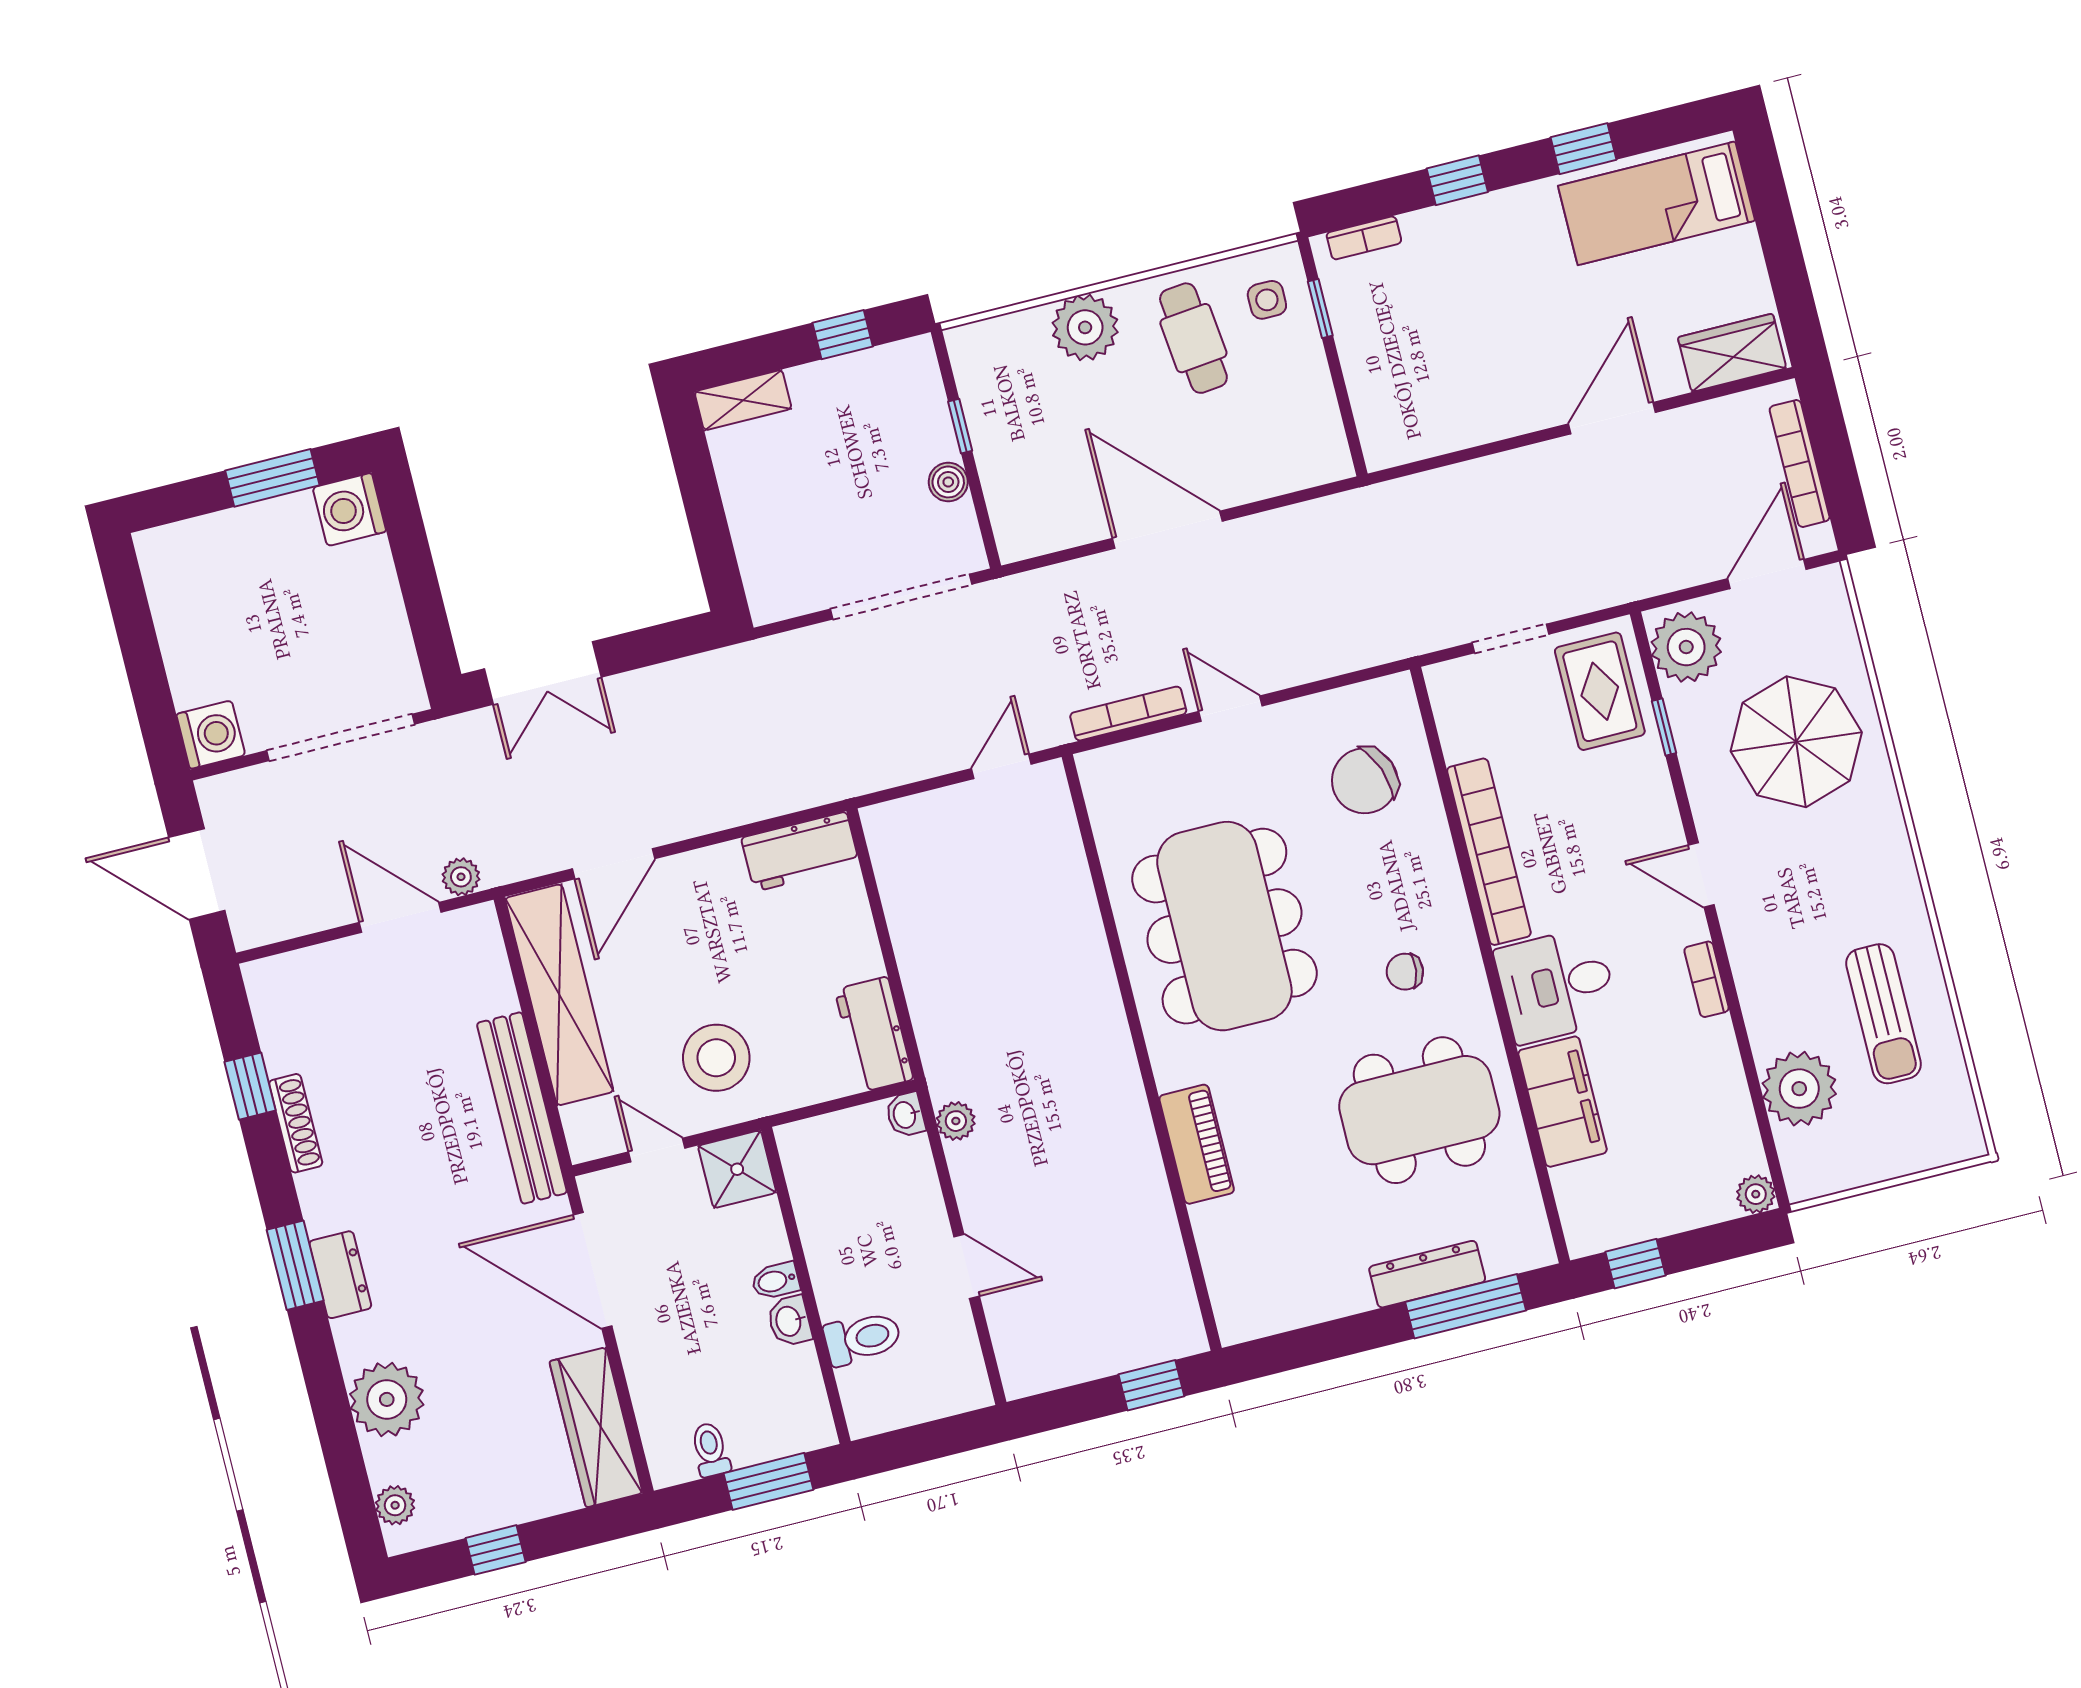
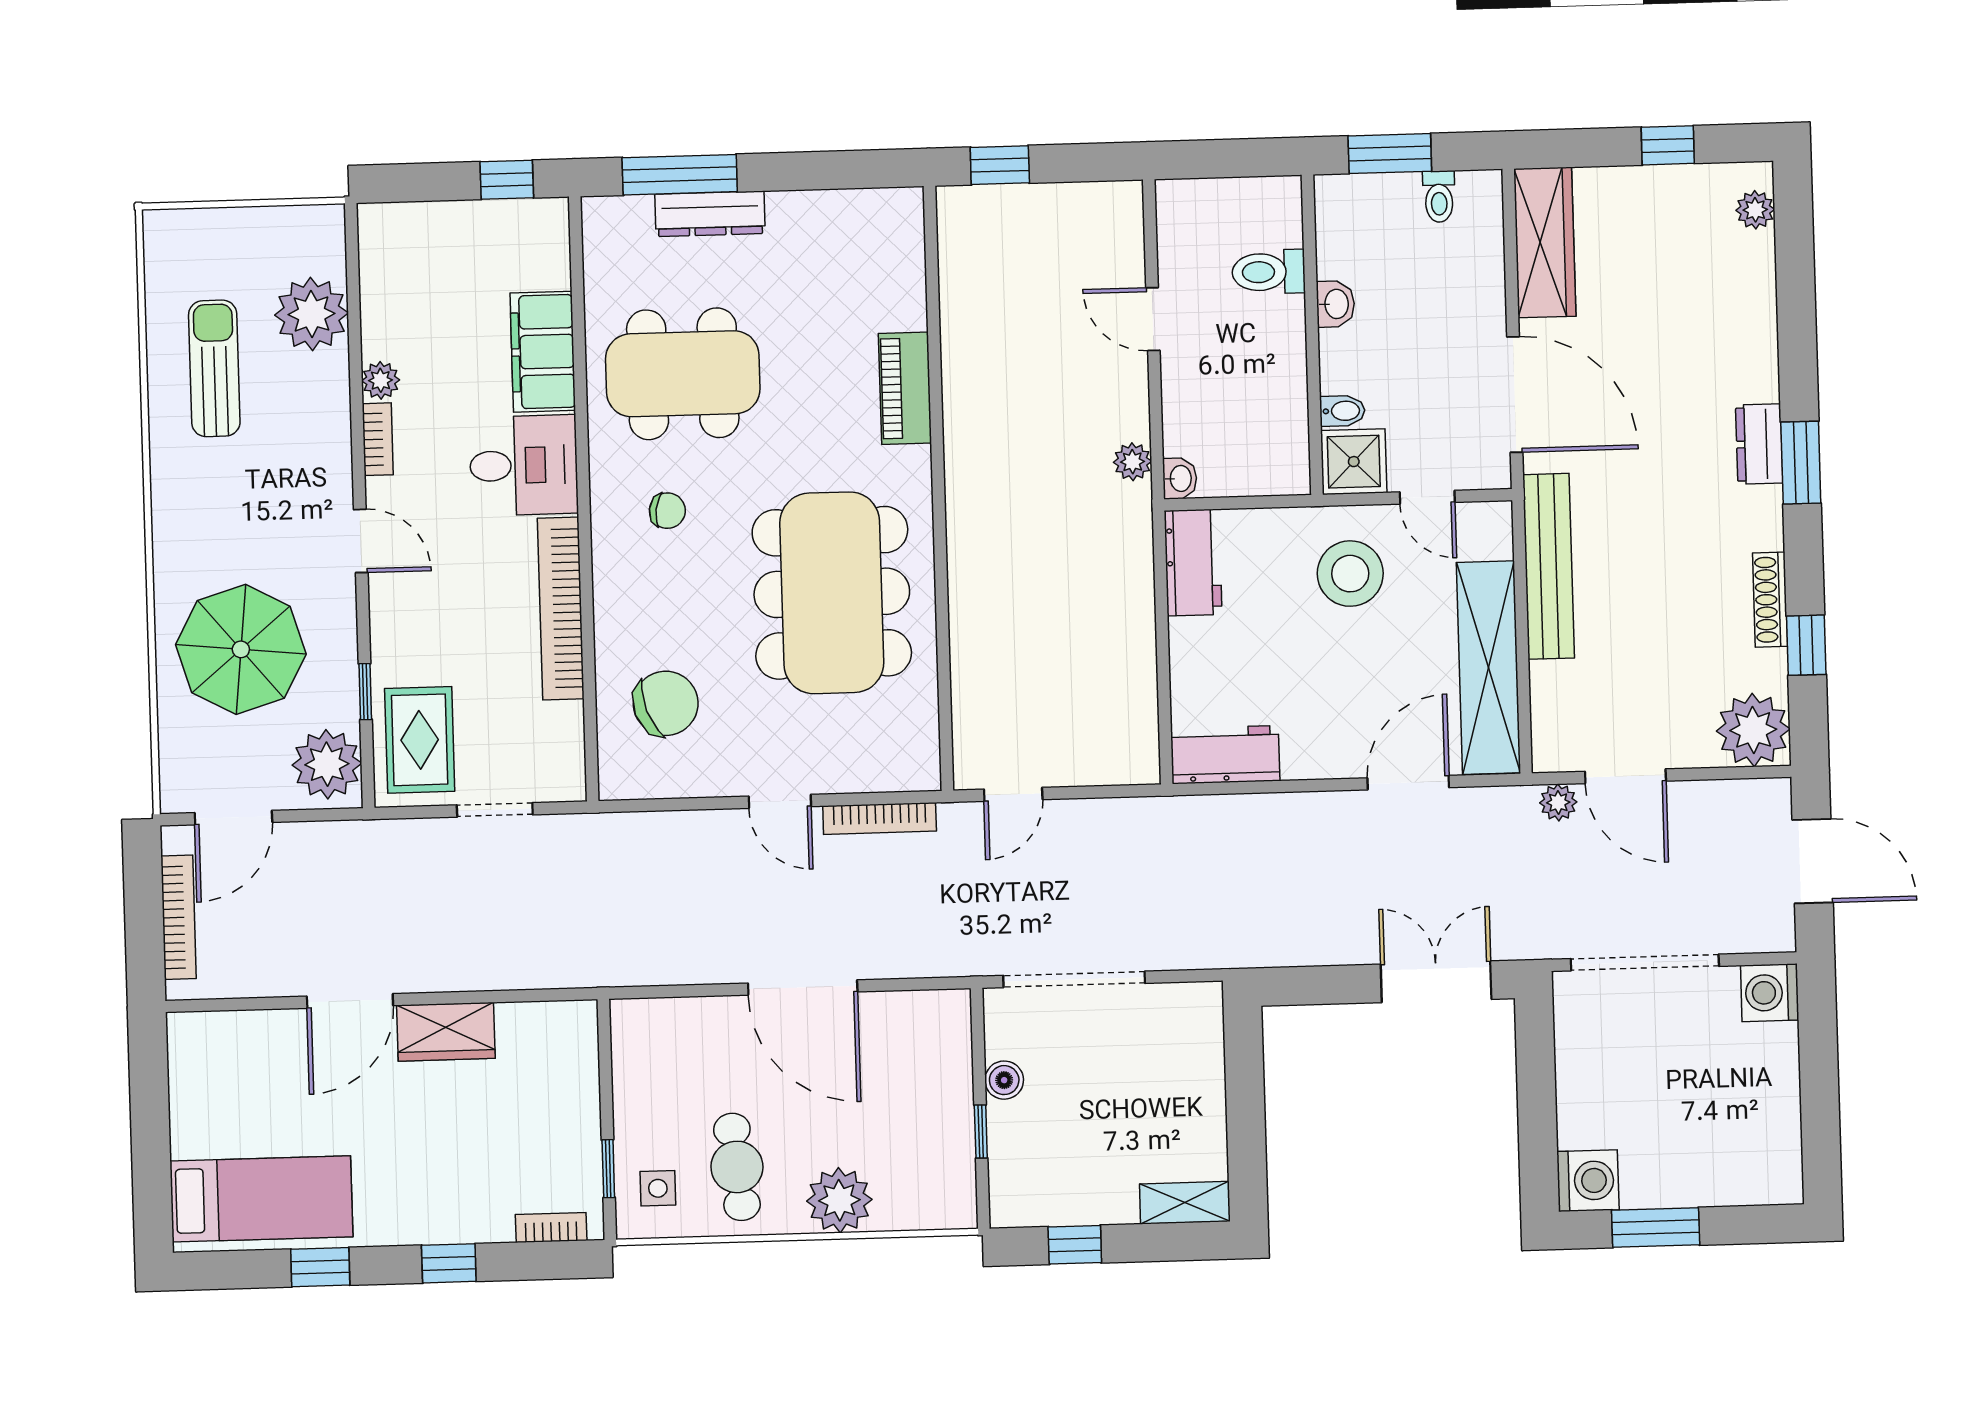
wardrobe: (1732, 353) -> (446, 1032), moved
plant: (1756, 1194) -> (381, 380), moved
bidet: (775, 1281) -> (1342, 411), moved
plant: (387, 1399) -> (1753, 730), moved

